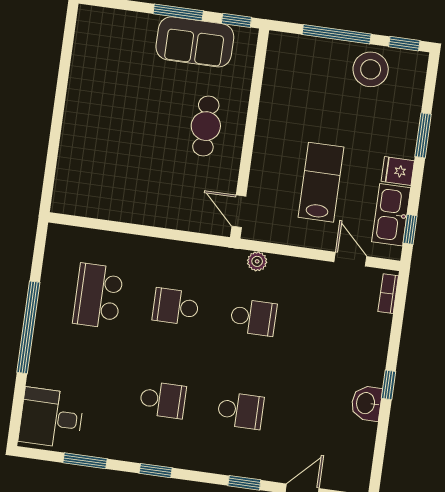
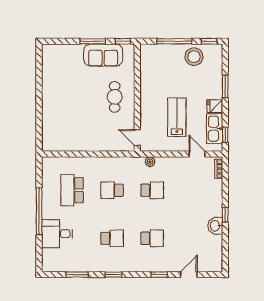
desk: (51, 418) -> (57, 234), moved

